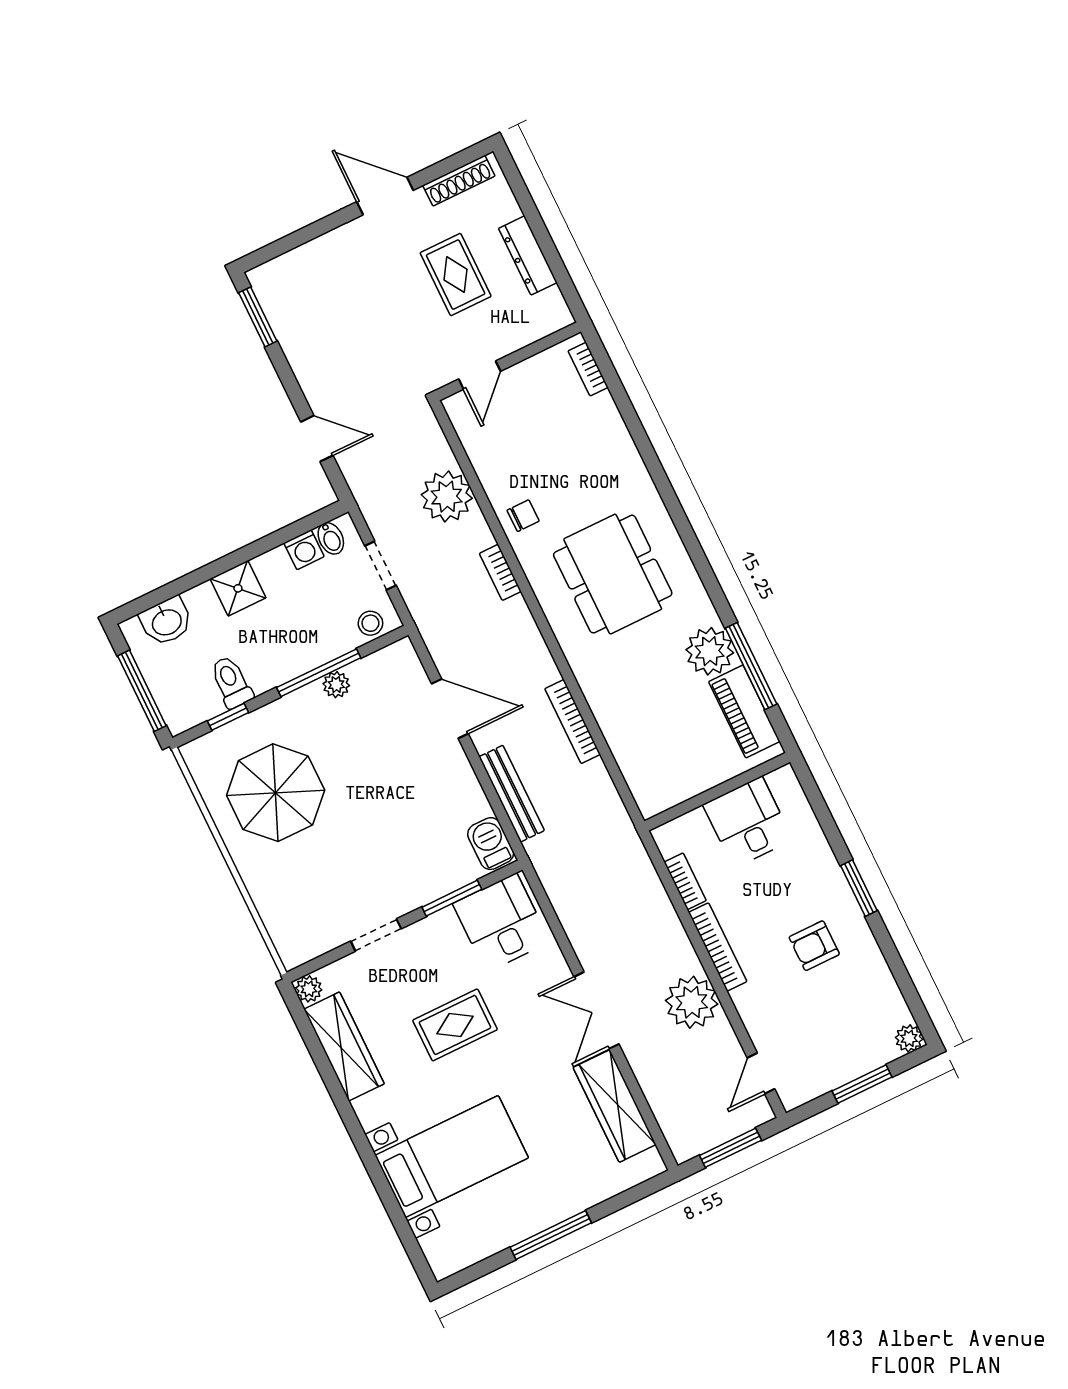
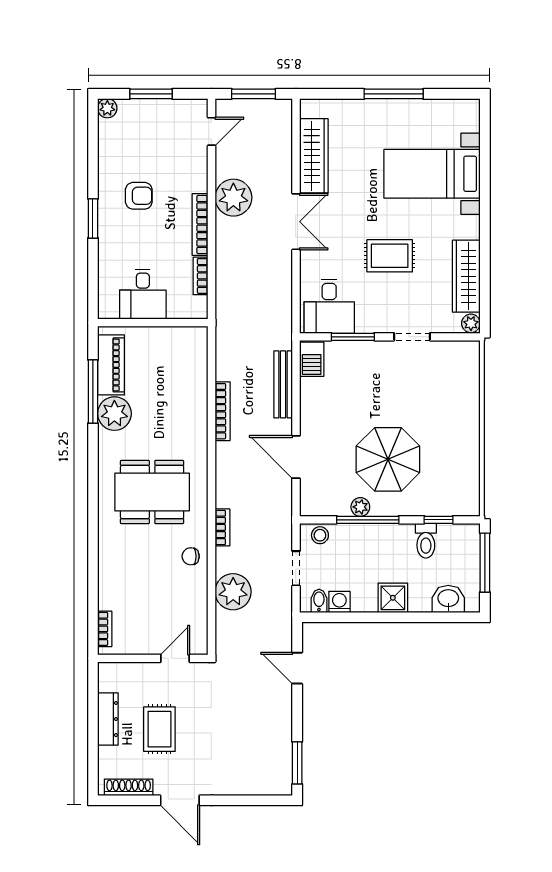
dining table: (613, 574) -> (152, 492), turned 90
parasol: (276, 793) -> (388, 459), moved

